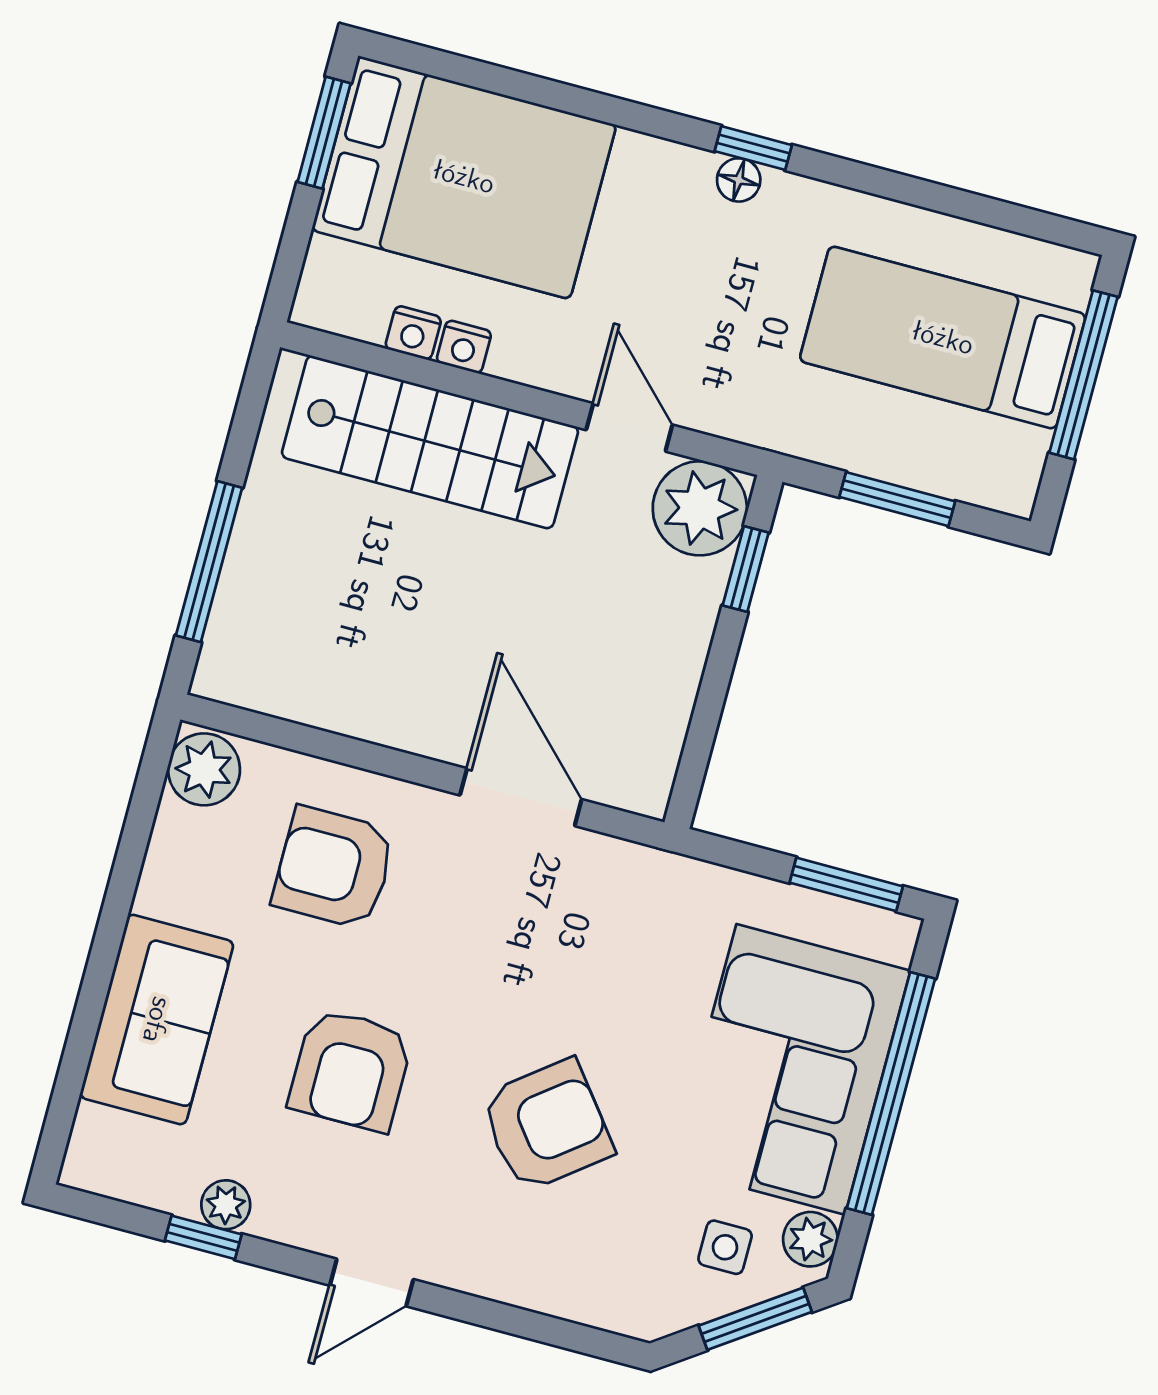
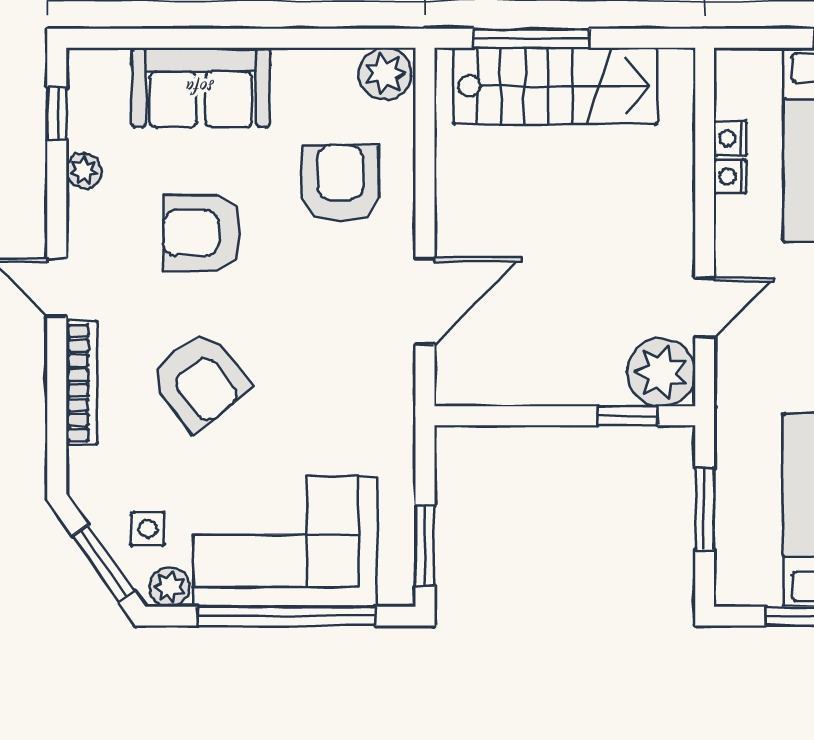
stairs: (430, 442) -> (555, 86), moved, turned -90
window: (203, 1237) -> (57, 114), moved
bookcase: (507, 1283) -> (82, 383), added

